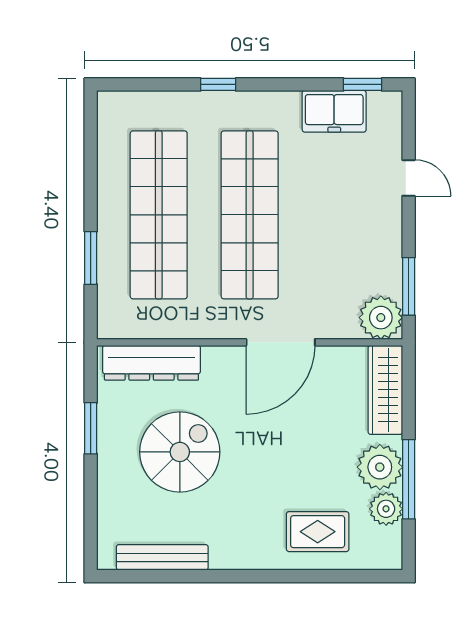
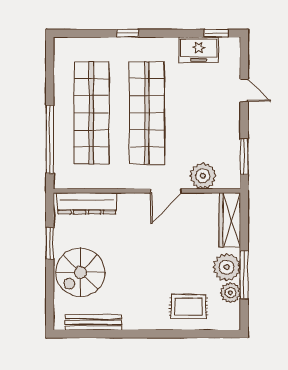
window: (91, 258) -> (50, 139), width x2.11
plant: (381, 318) -> (203, 176), moved
door: (281, 342) -> (166, 191), width x0.73
spiral stairs: (180, 452) -> (80, 272), moved, turned 180

